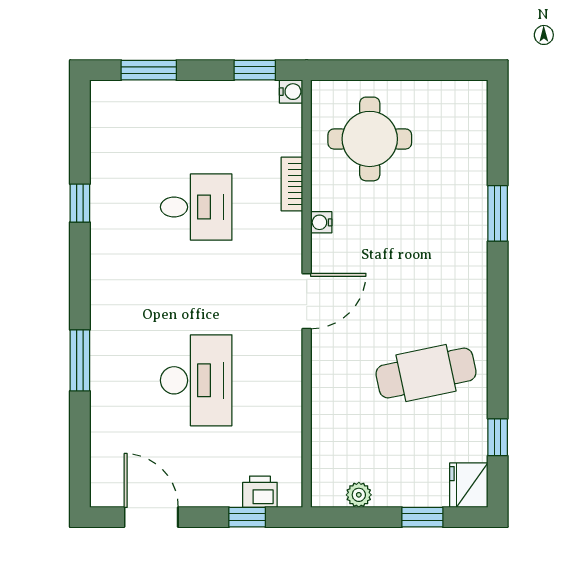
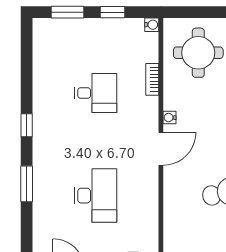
window: (255, 70) -> (113, 12), moved
window: (80, 203) -> (27, 125), moved
water cooler: (321, 222) -> (170, 118), moved

